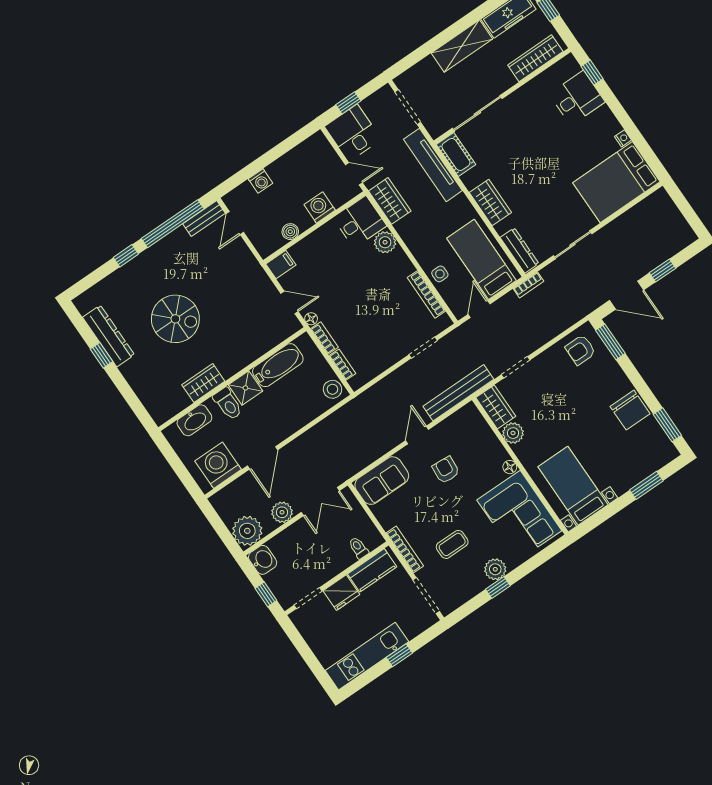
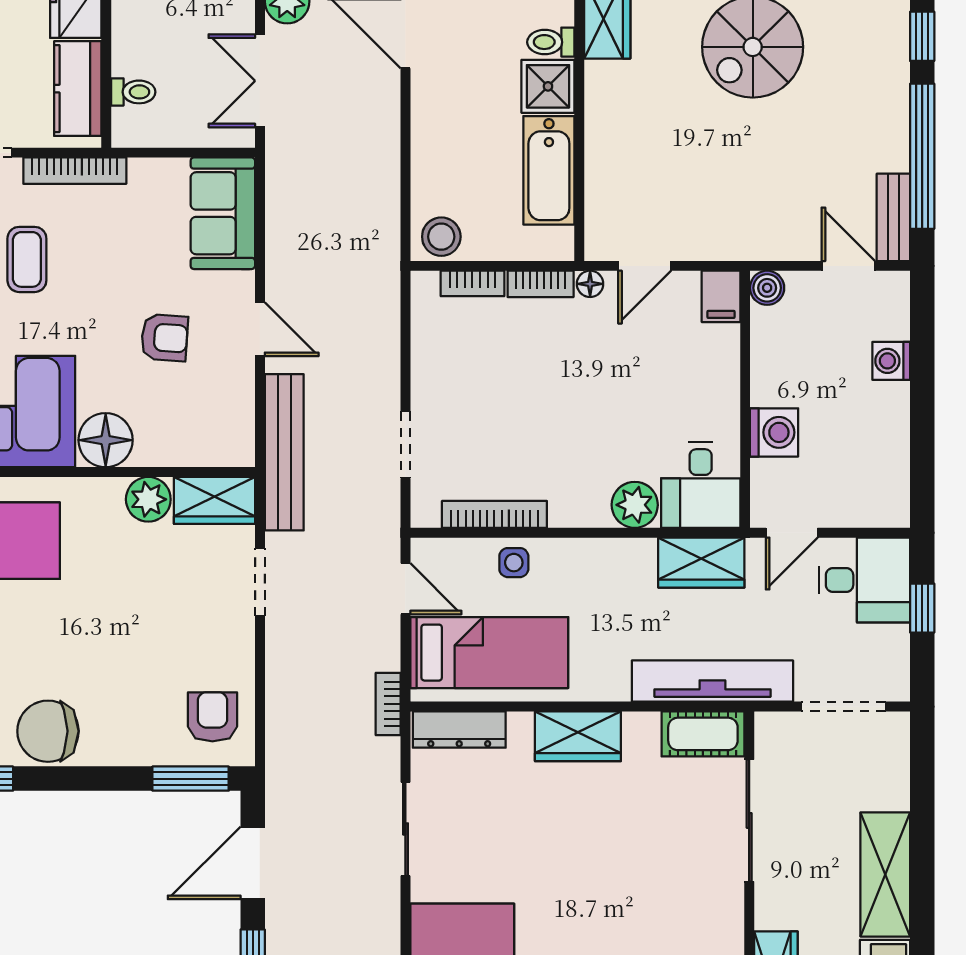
boiler: (290, 232) -> (767, 288), moved
toilet: (228, 404) -> (551, 42), width x0.73, depth x0.72
floor lamp: (510, 467) -> (106, 440), width x1.89, depth x1.89

